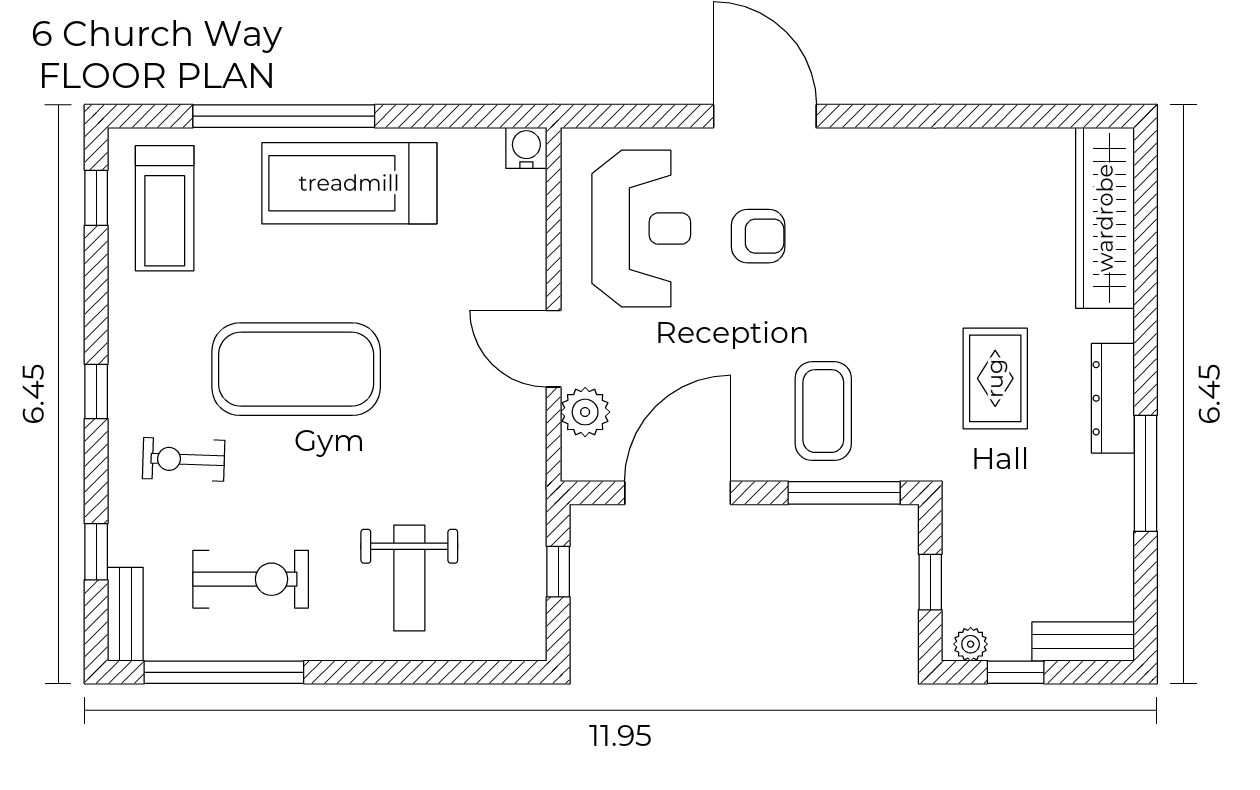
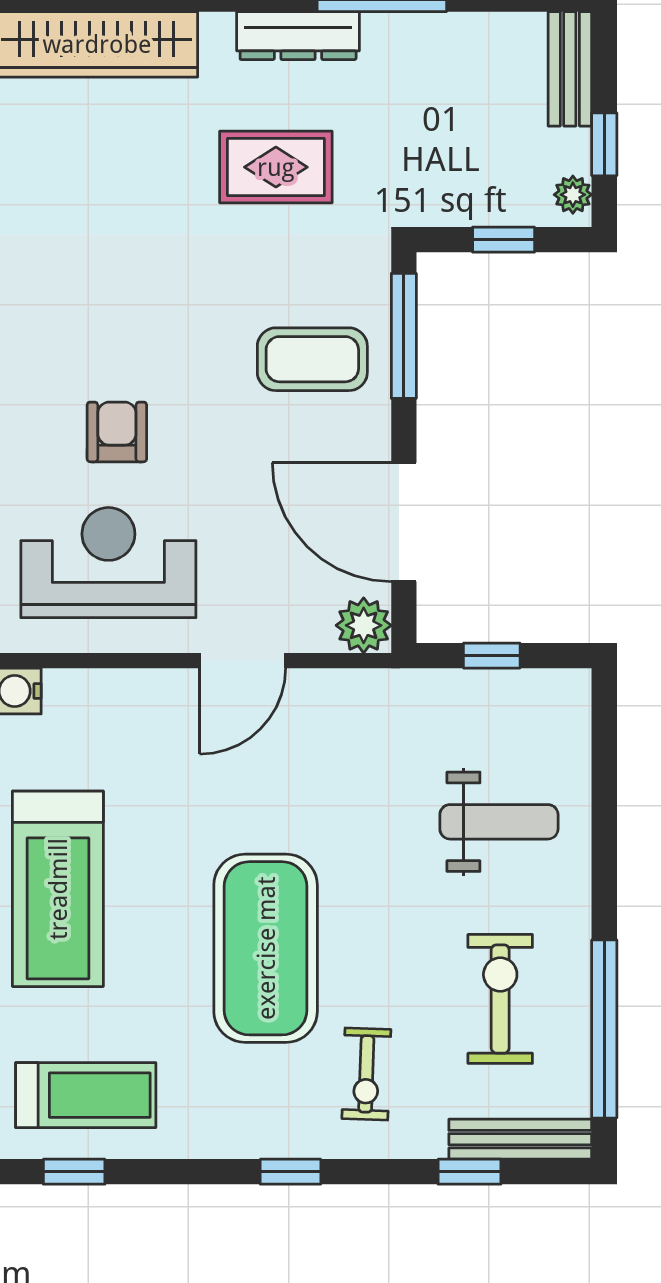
plant: (585, 412) -> (364, 625), moved
bench: (125, 614) -> (520, 1139), width x1.36

